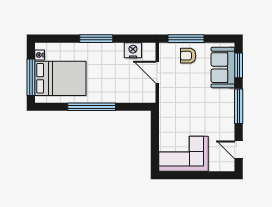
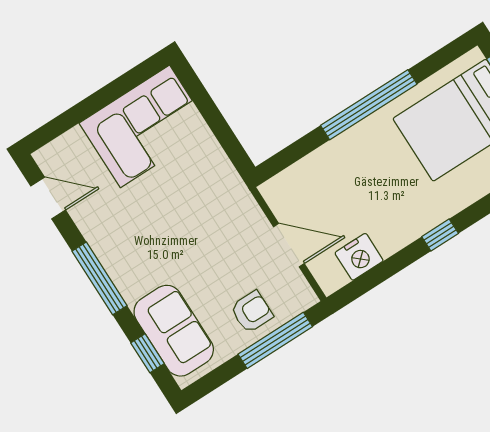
window: (96, 39) -> (440, 235), width x0.46
window: (239, 65) -> (147, 353), width x0.67

